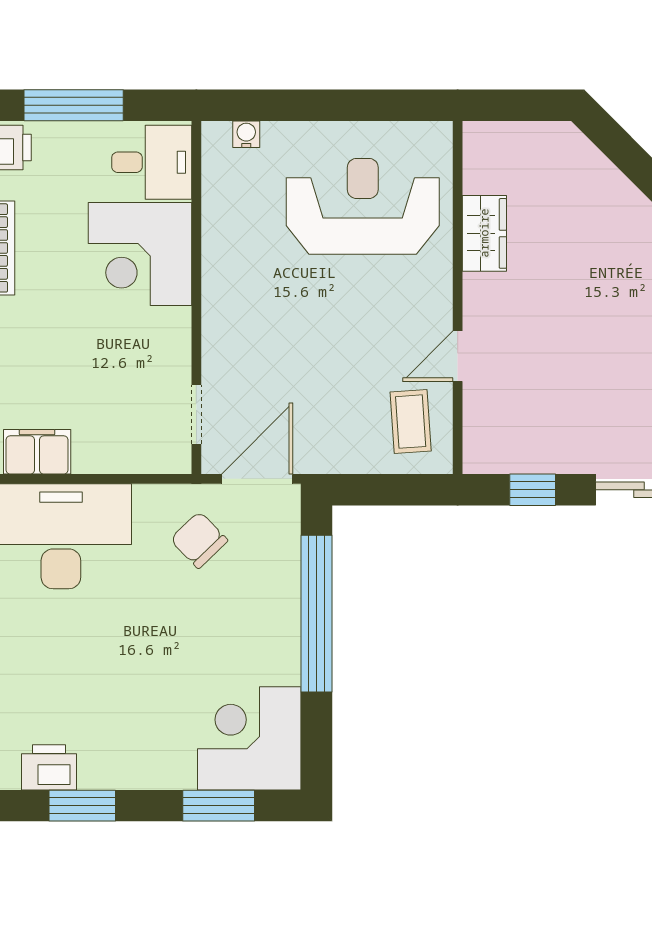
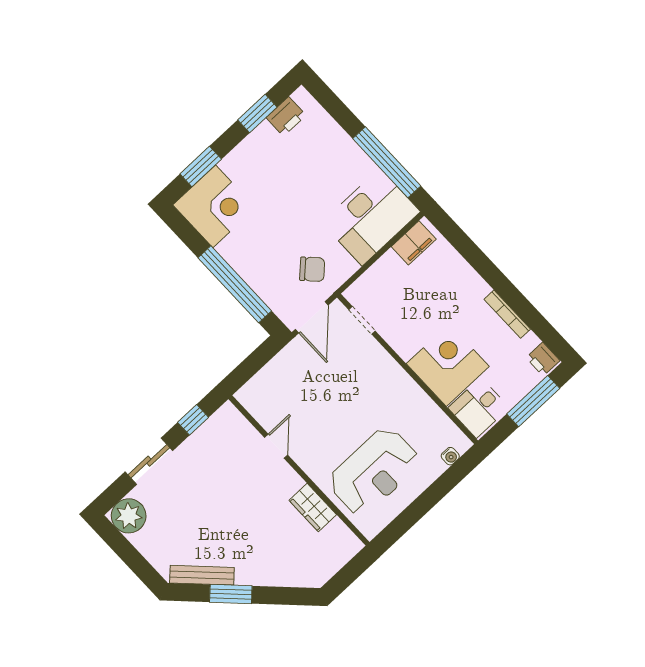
coffee table: (411, 422) -> (270, 401), removed

